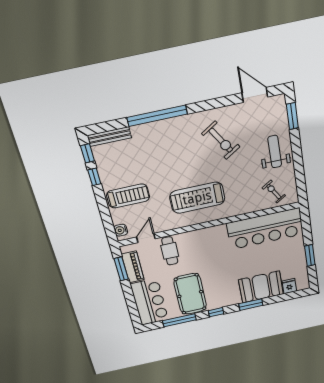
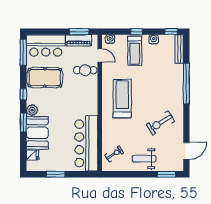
weight bench: (275, 152) -> (144, 159), turned 180
water cooler: (105, 175) -> (154, 39), added
window: (94, 177) -> (137, 32), moved
plant: (234, 299) -> (32, 110), added
window: (179, 320) -> (23, 52), moved

